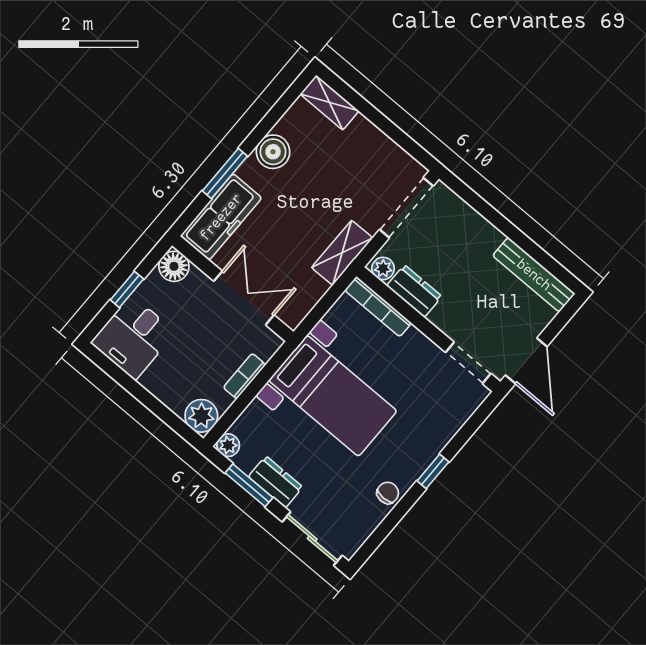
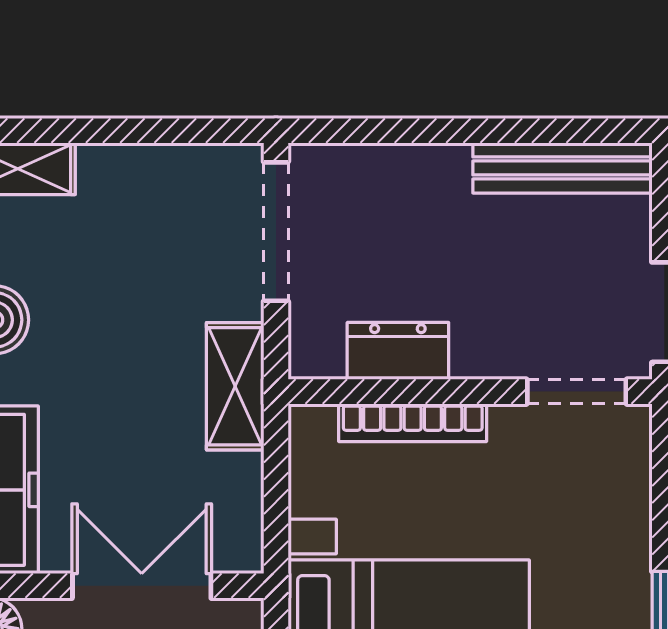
plant: (383, 268) -> (320, 357), removed
bookcase: (378, 307) -> (413, 423), moved

